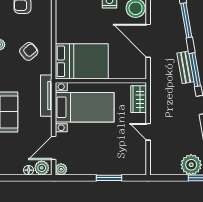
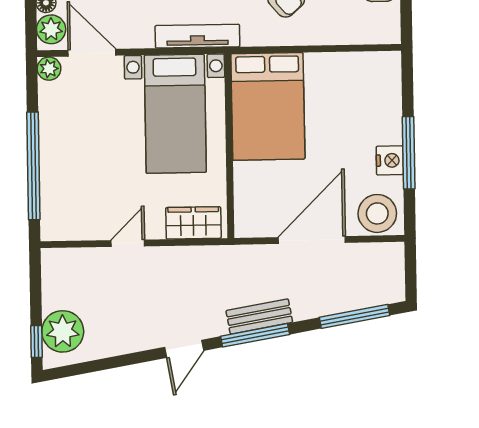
window: (109, 178) -> (33, 166), width x2.11

